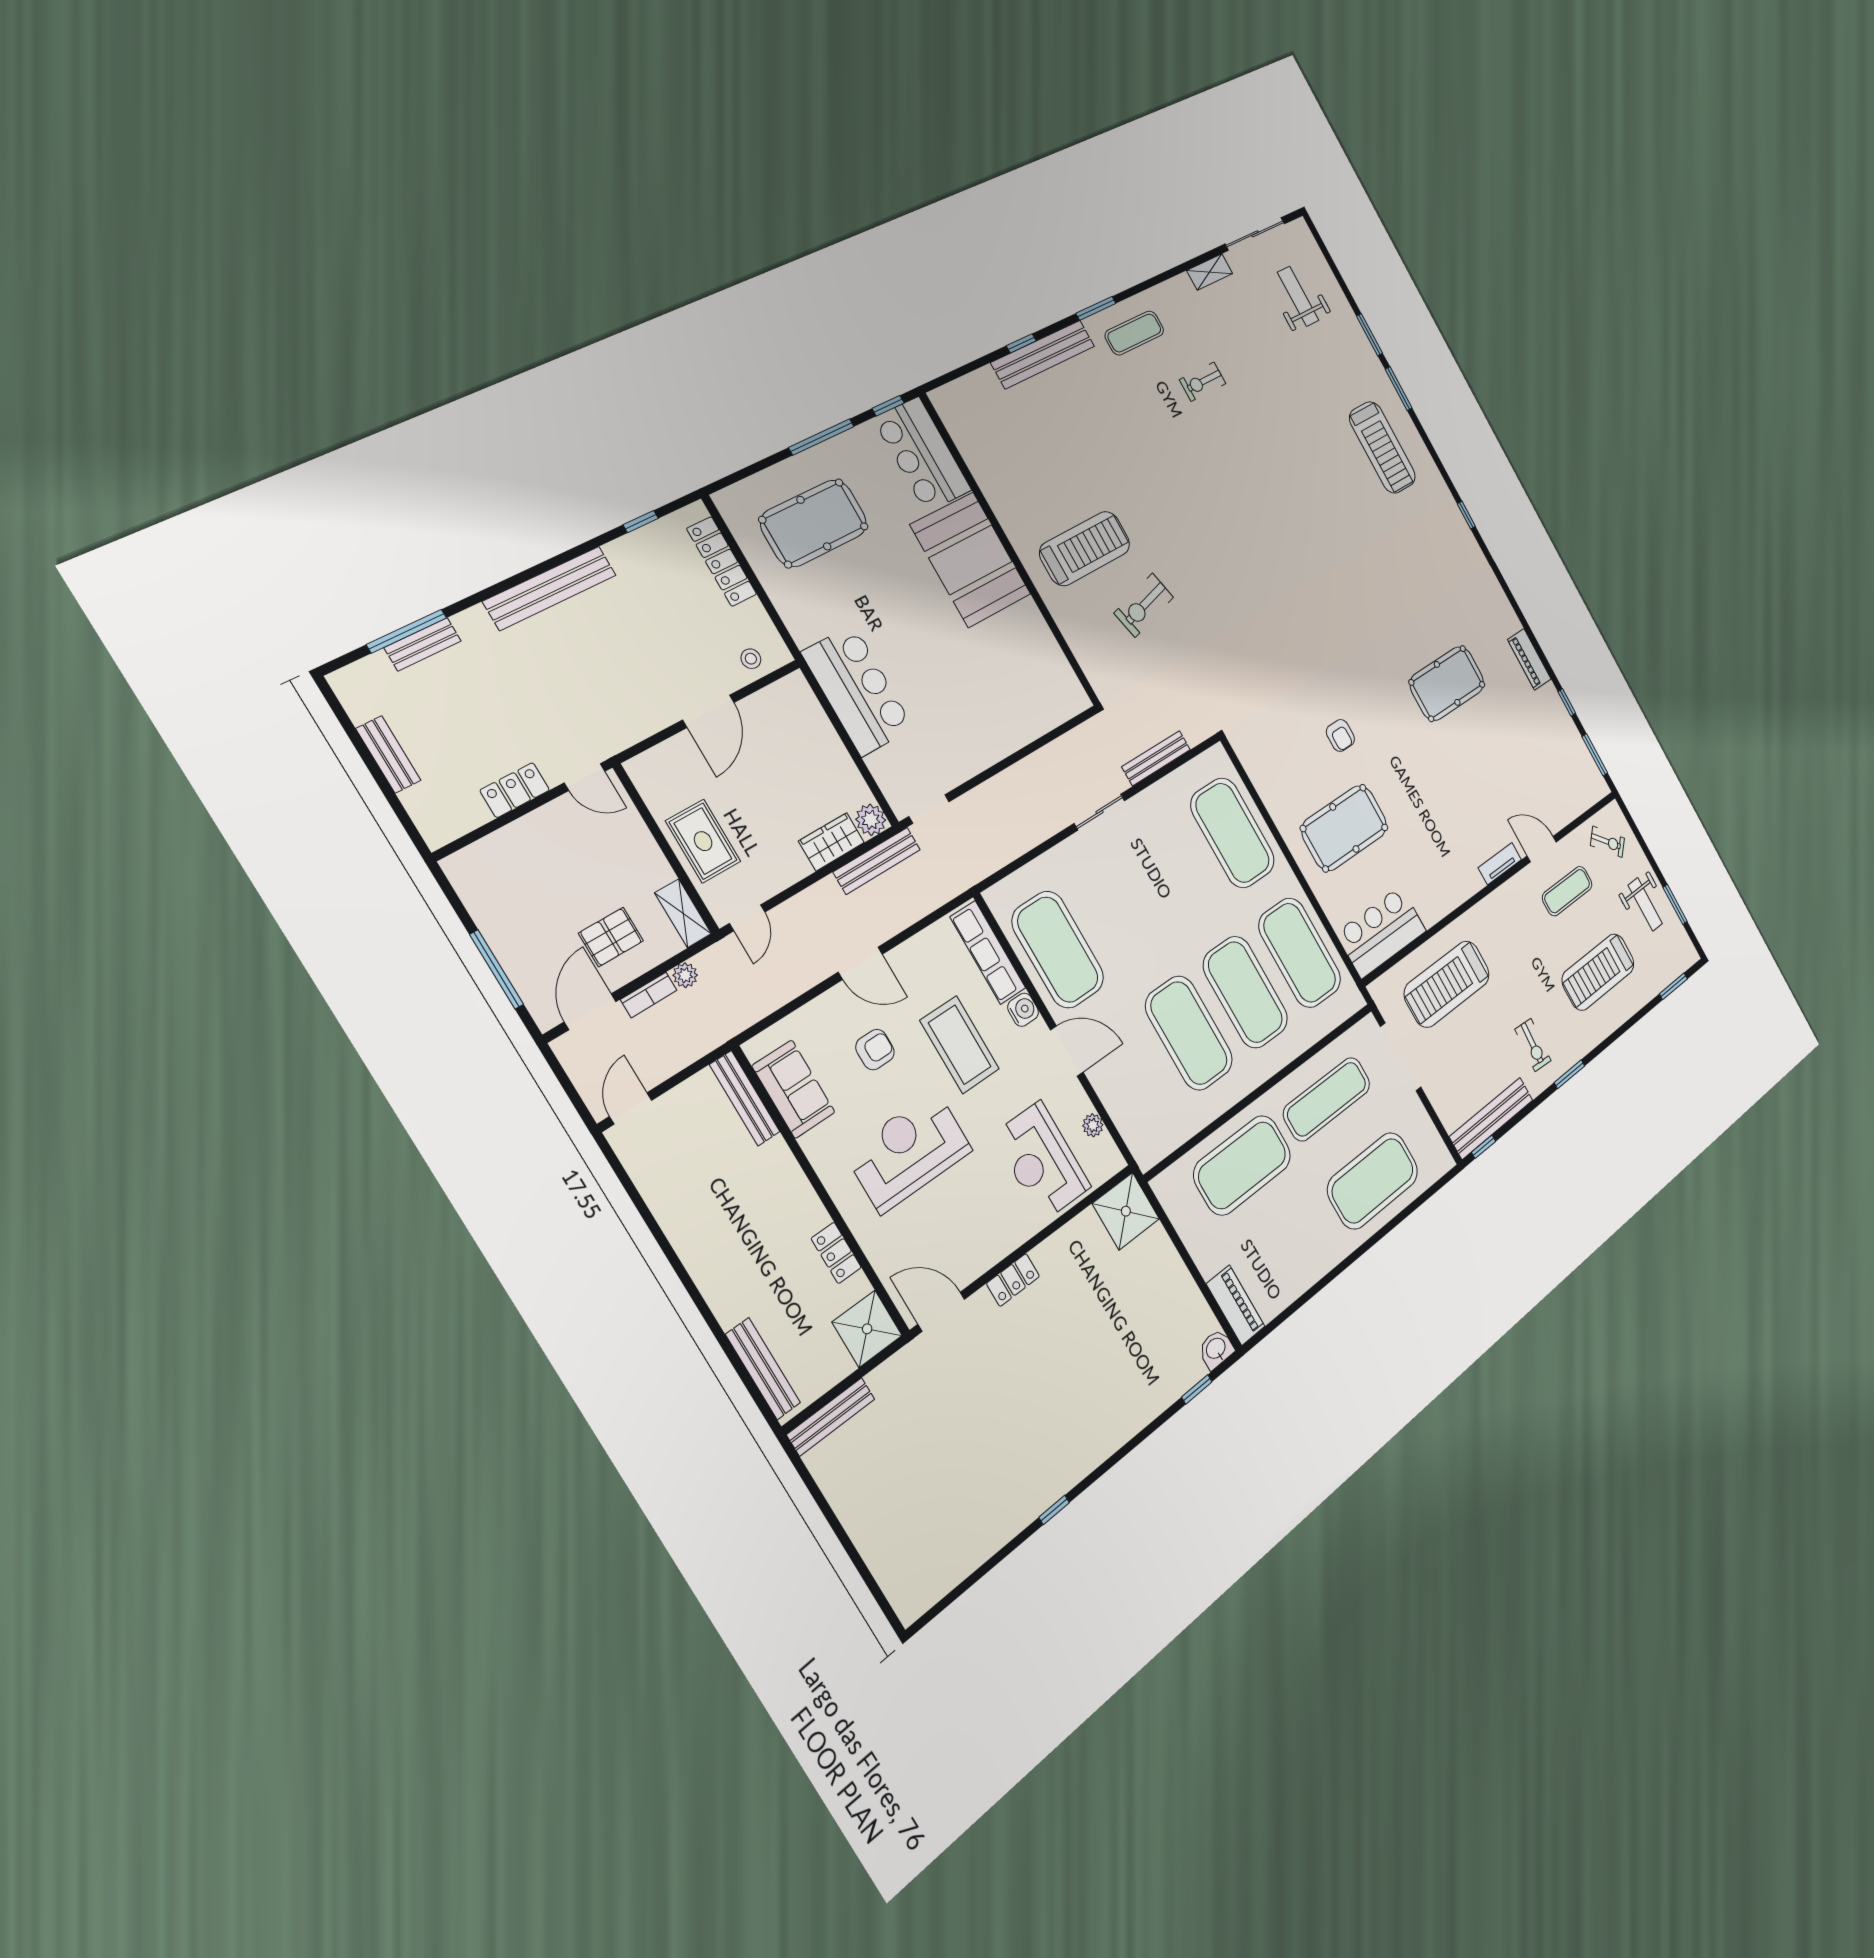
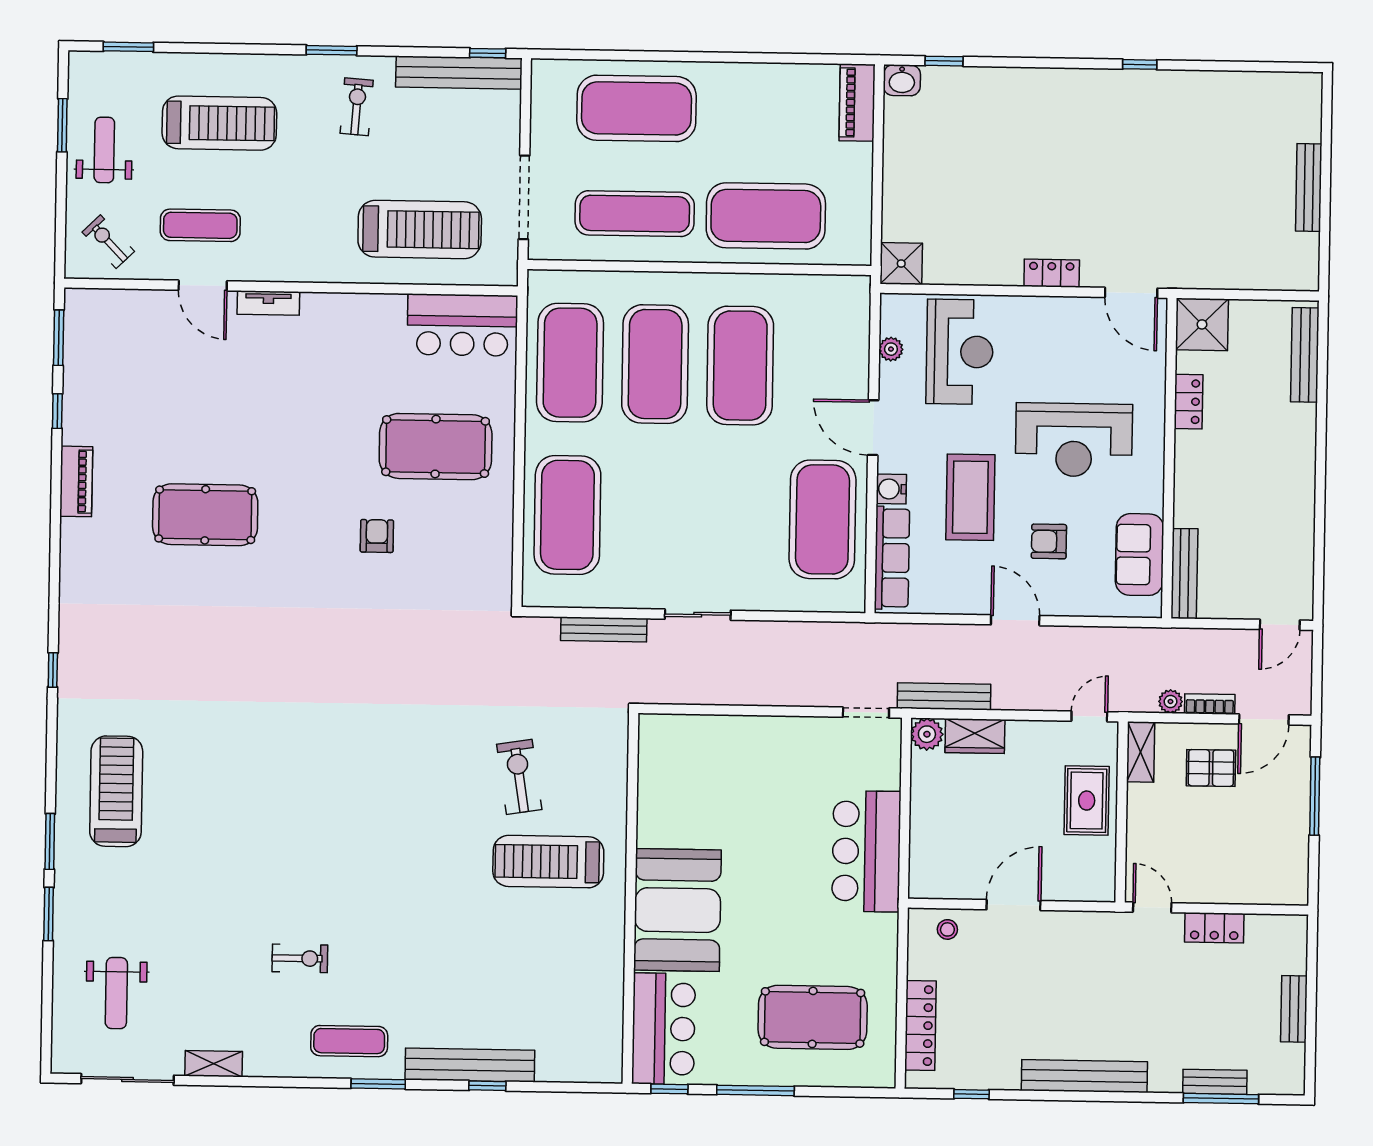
exercise bike: (1144, 605) -> (519, 777), turned -85
shower: (1126, 1211) -> (901, 264), width x0.73, depth x0.73
bench: (831, 1417) -> (1309, 187), moved, turned 90

